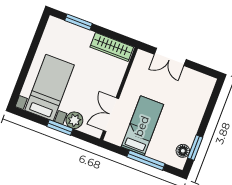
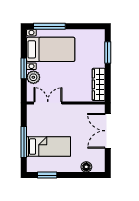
double door: (170, 57) -> (108, 131), width x1.37
window: (22, 79) -> (49, 26), added
bed: (142, 126) -> (49, 147), moved
floor lamp: (183, 151) -> (86, 167), moved

